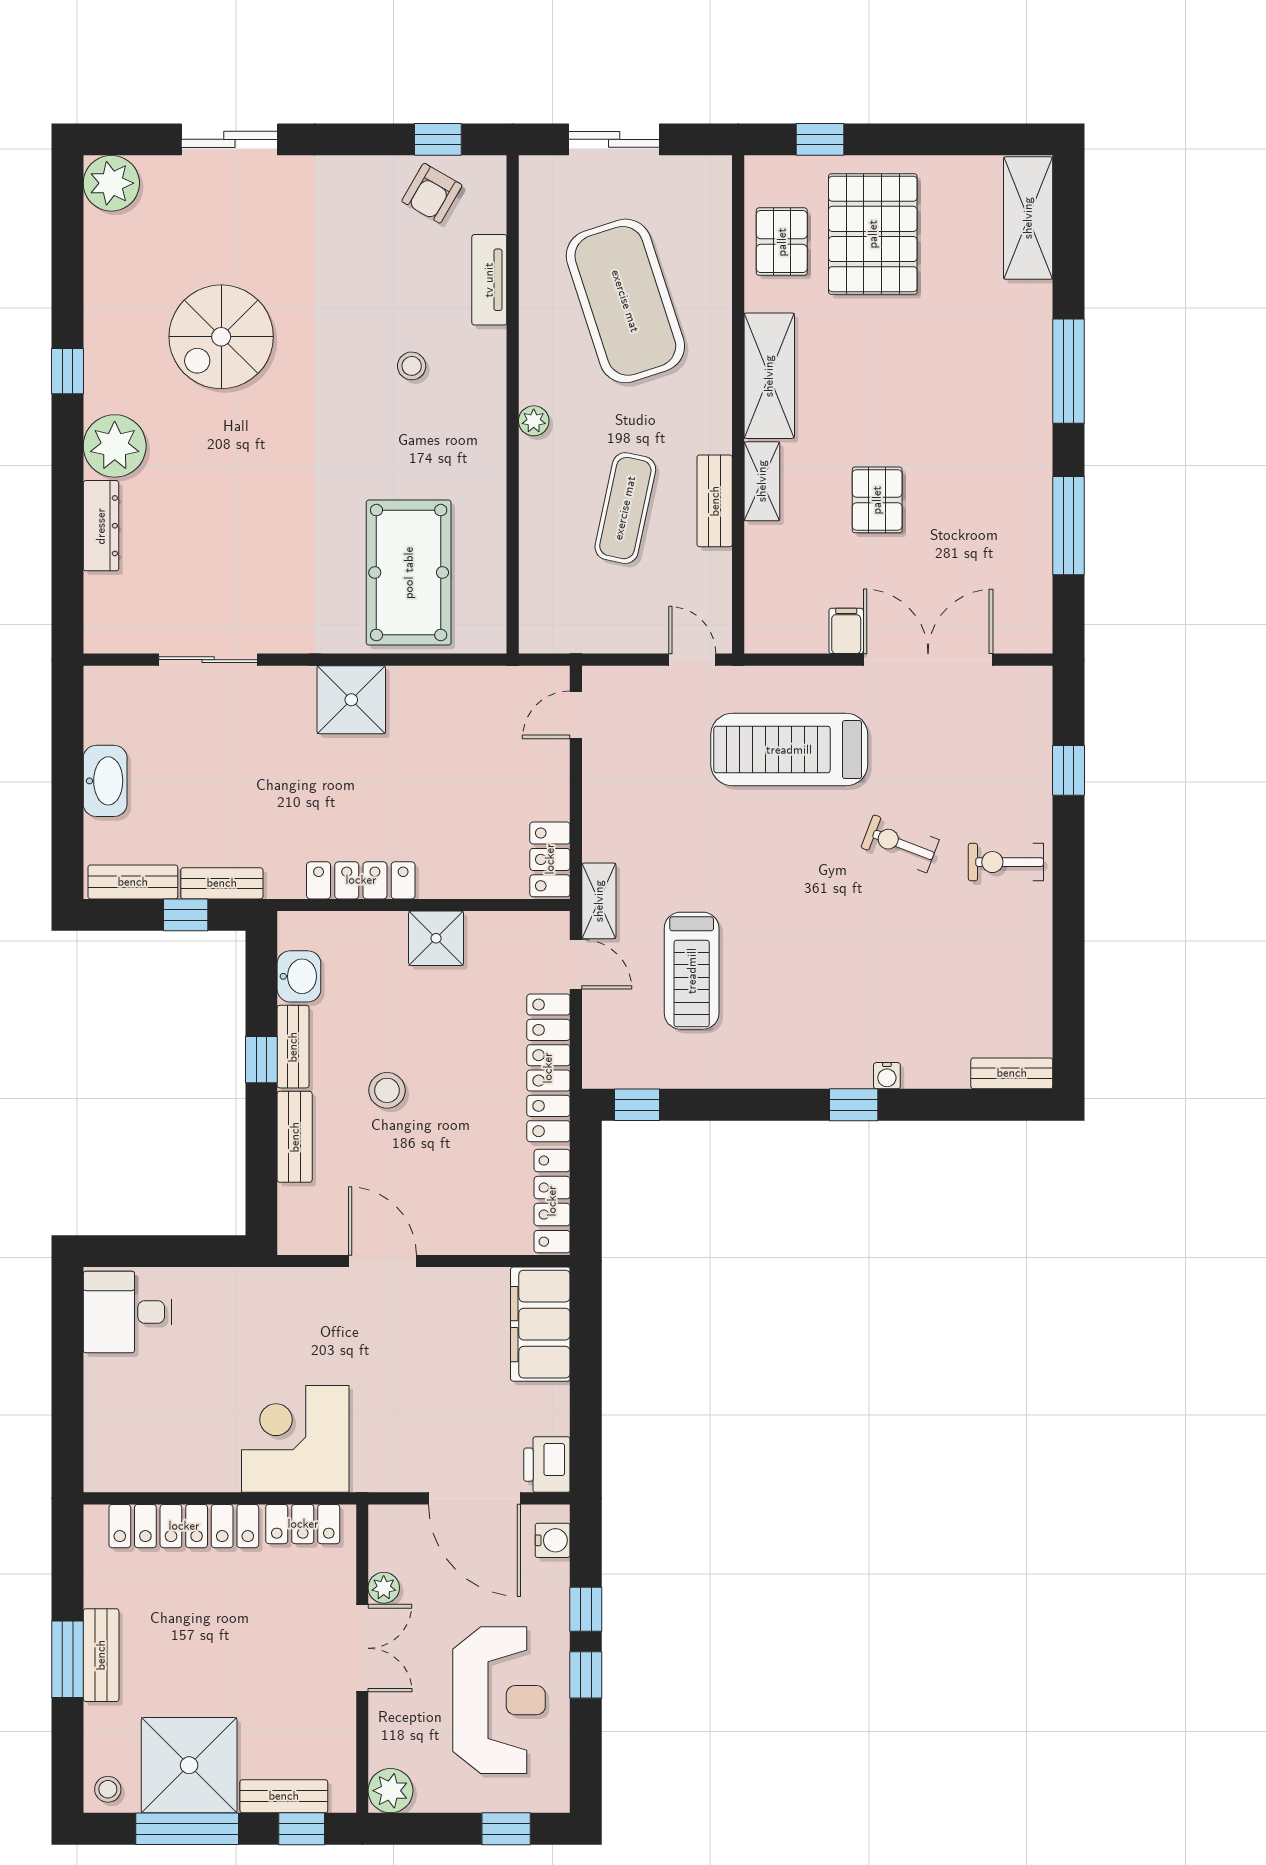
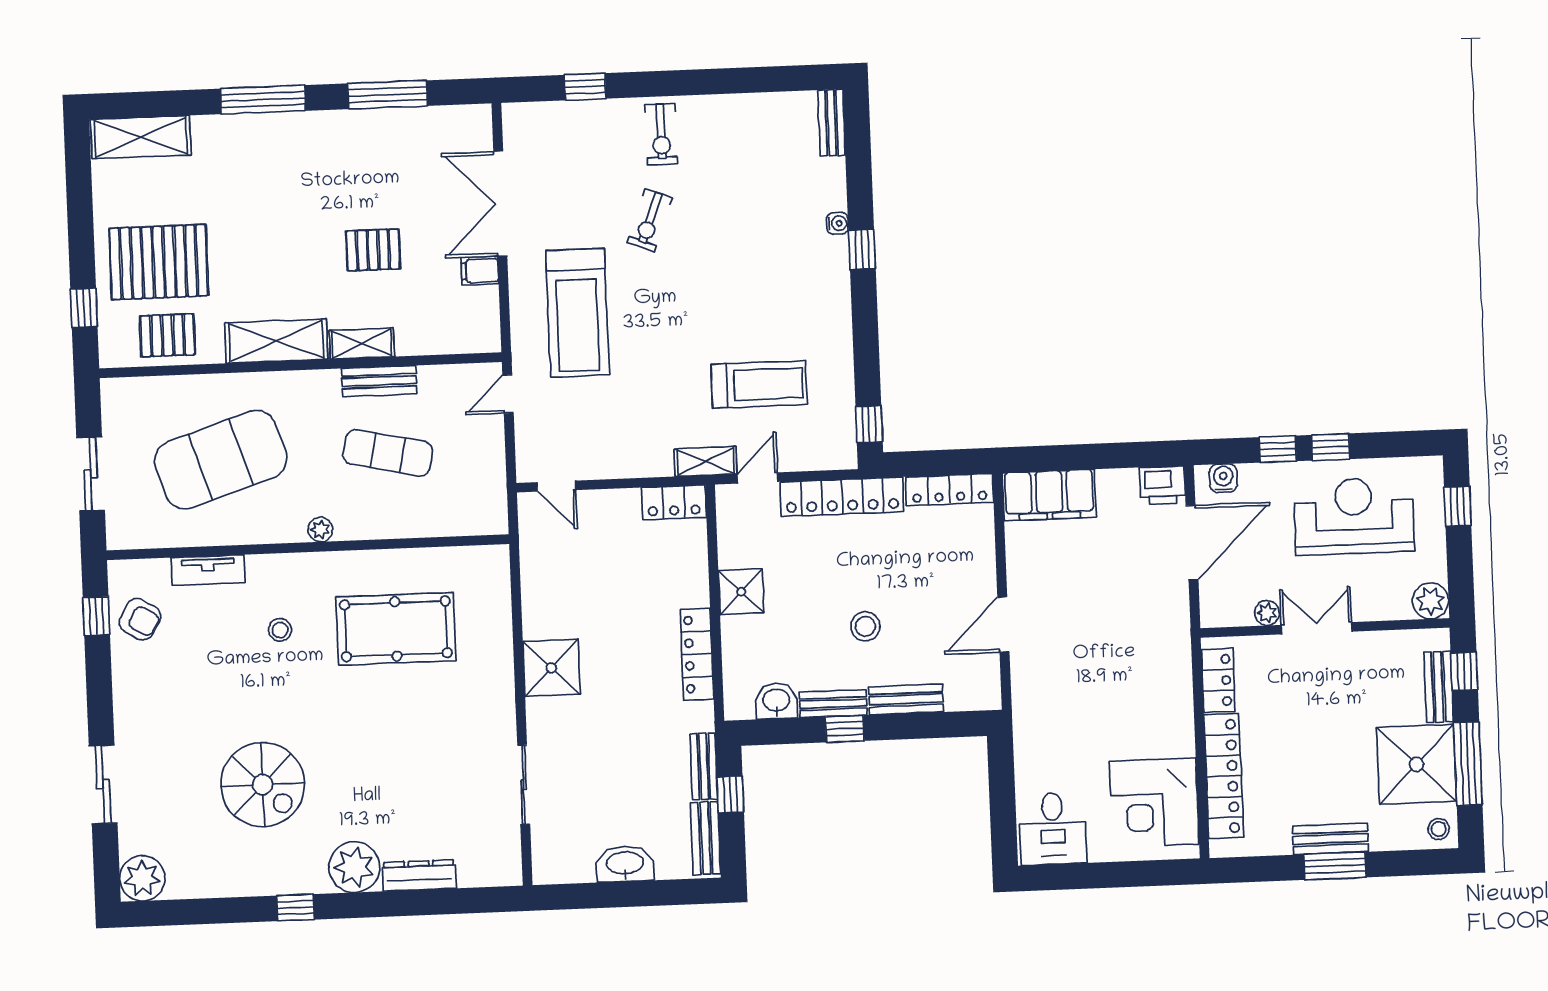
pool table: (409, 573) -> (396, 629), moved
corner desk: (295, 1439) -> (1154, 803), moved

